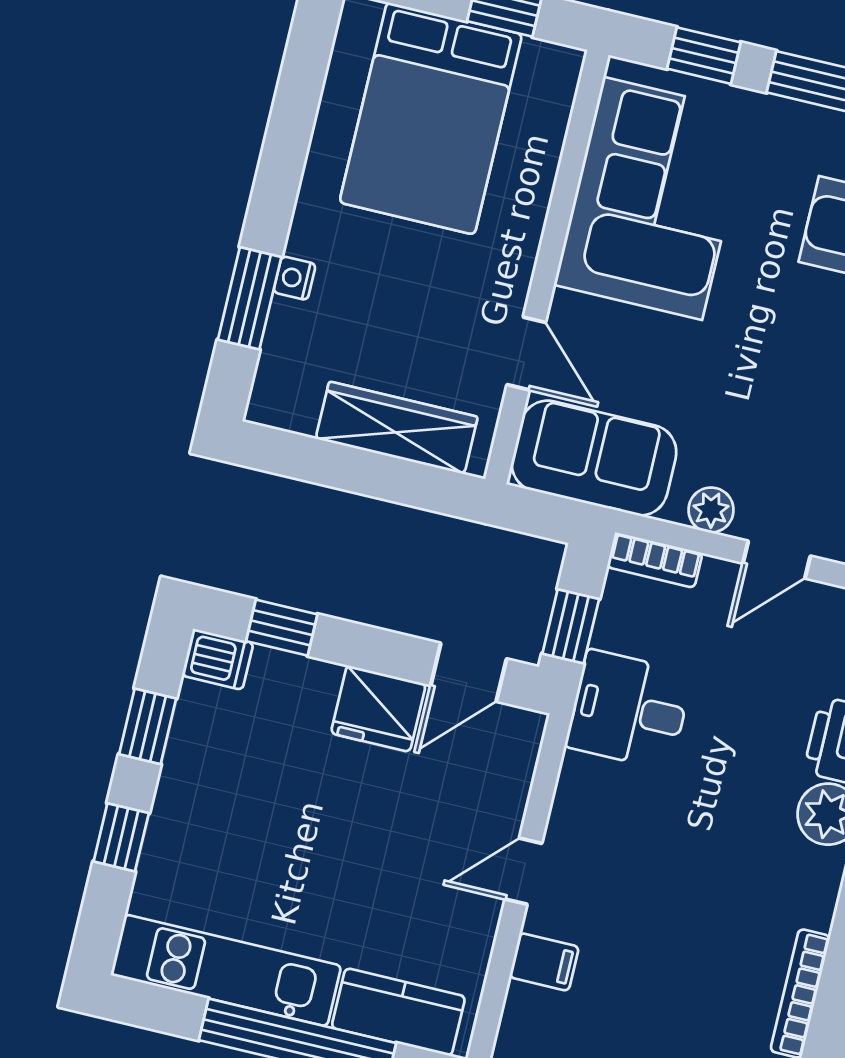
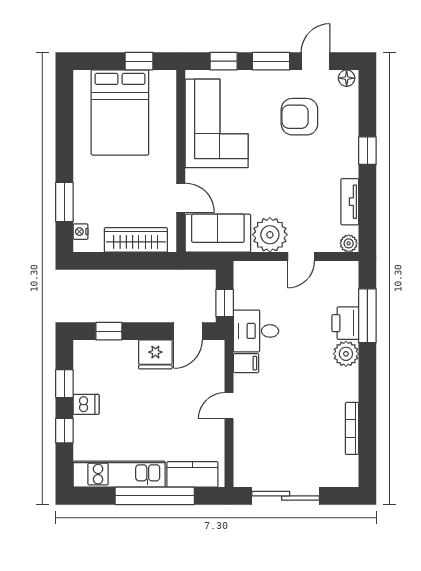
nightstand: (295, 278) -> (81, 232), moved
plant: (711, 510) -> (270, 235), width x1.88, depth x1.88
bookcase: (655, 560) -> (252, 268), removed
dishwasher: (218, 659) -> (86, 404), moved
filing cabinet: (544, 962) -> (246, 363), moved

